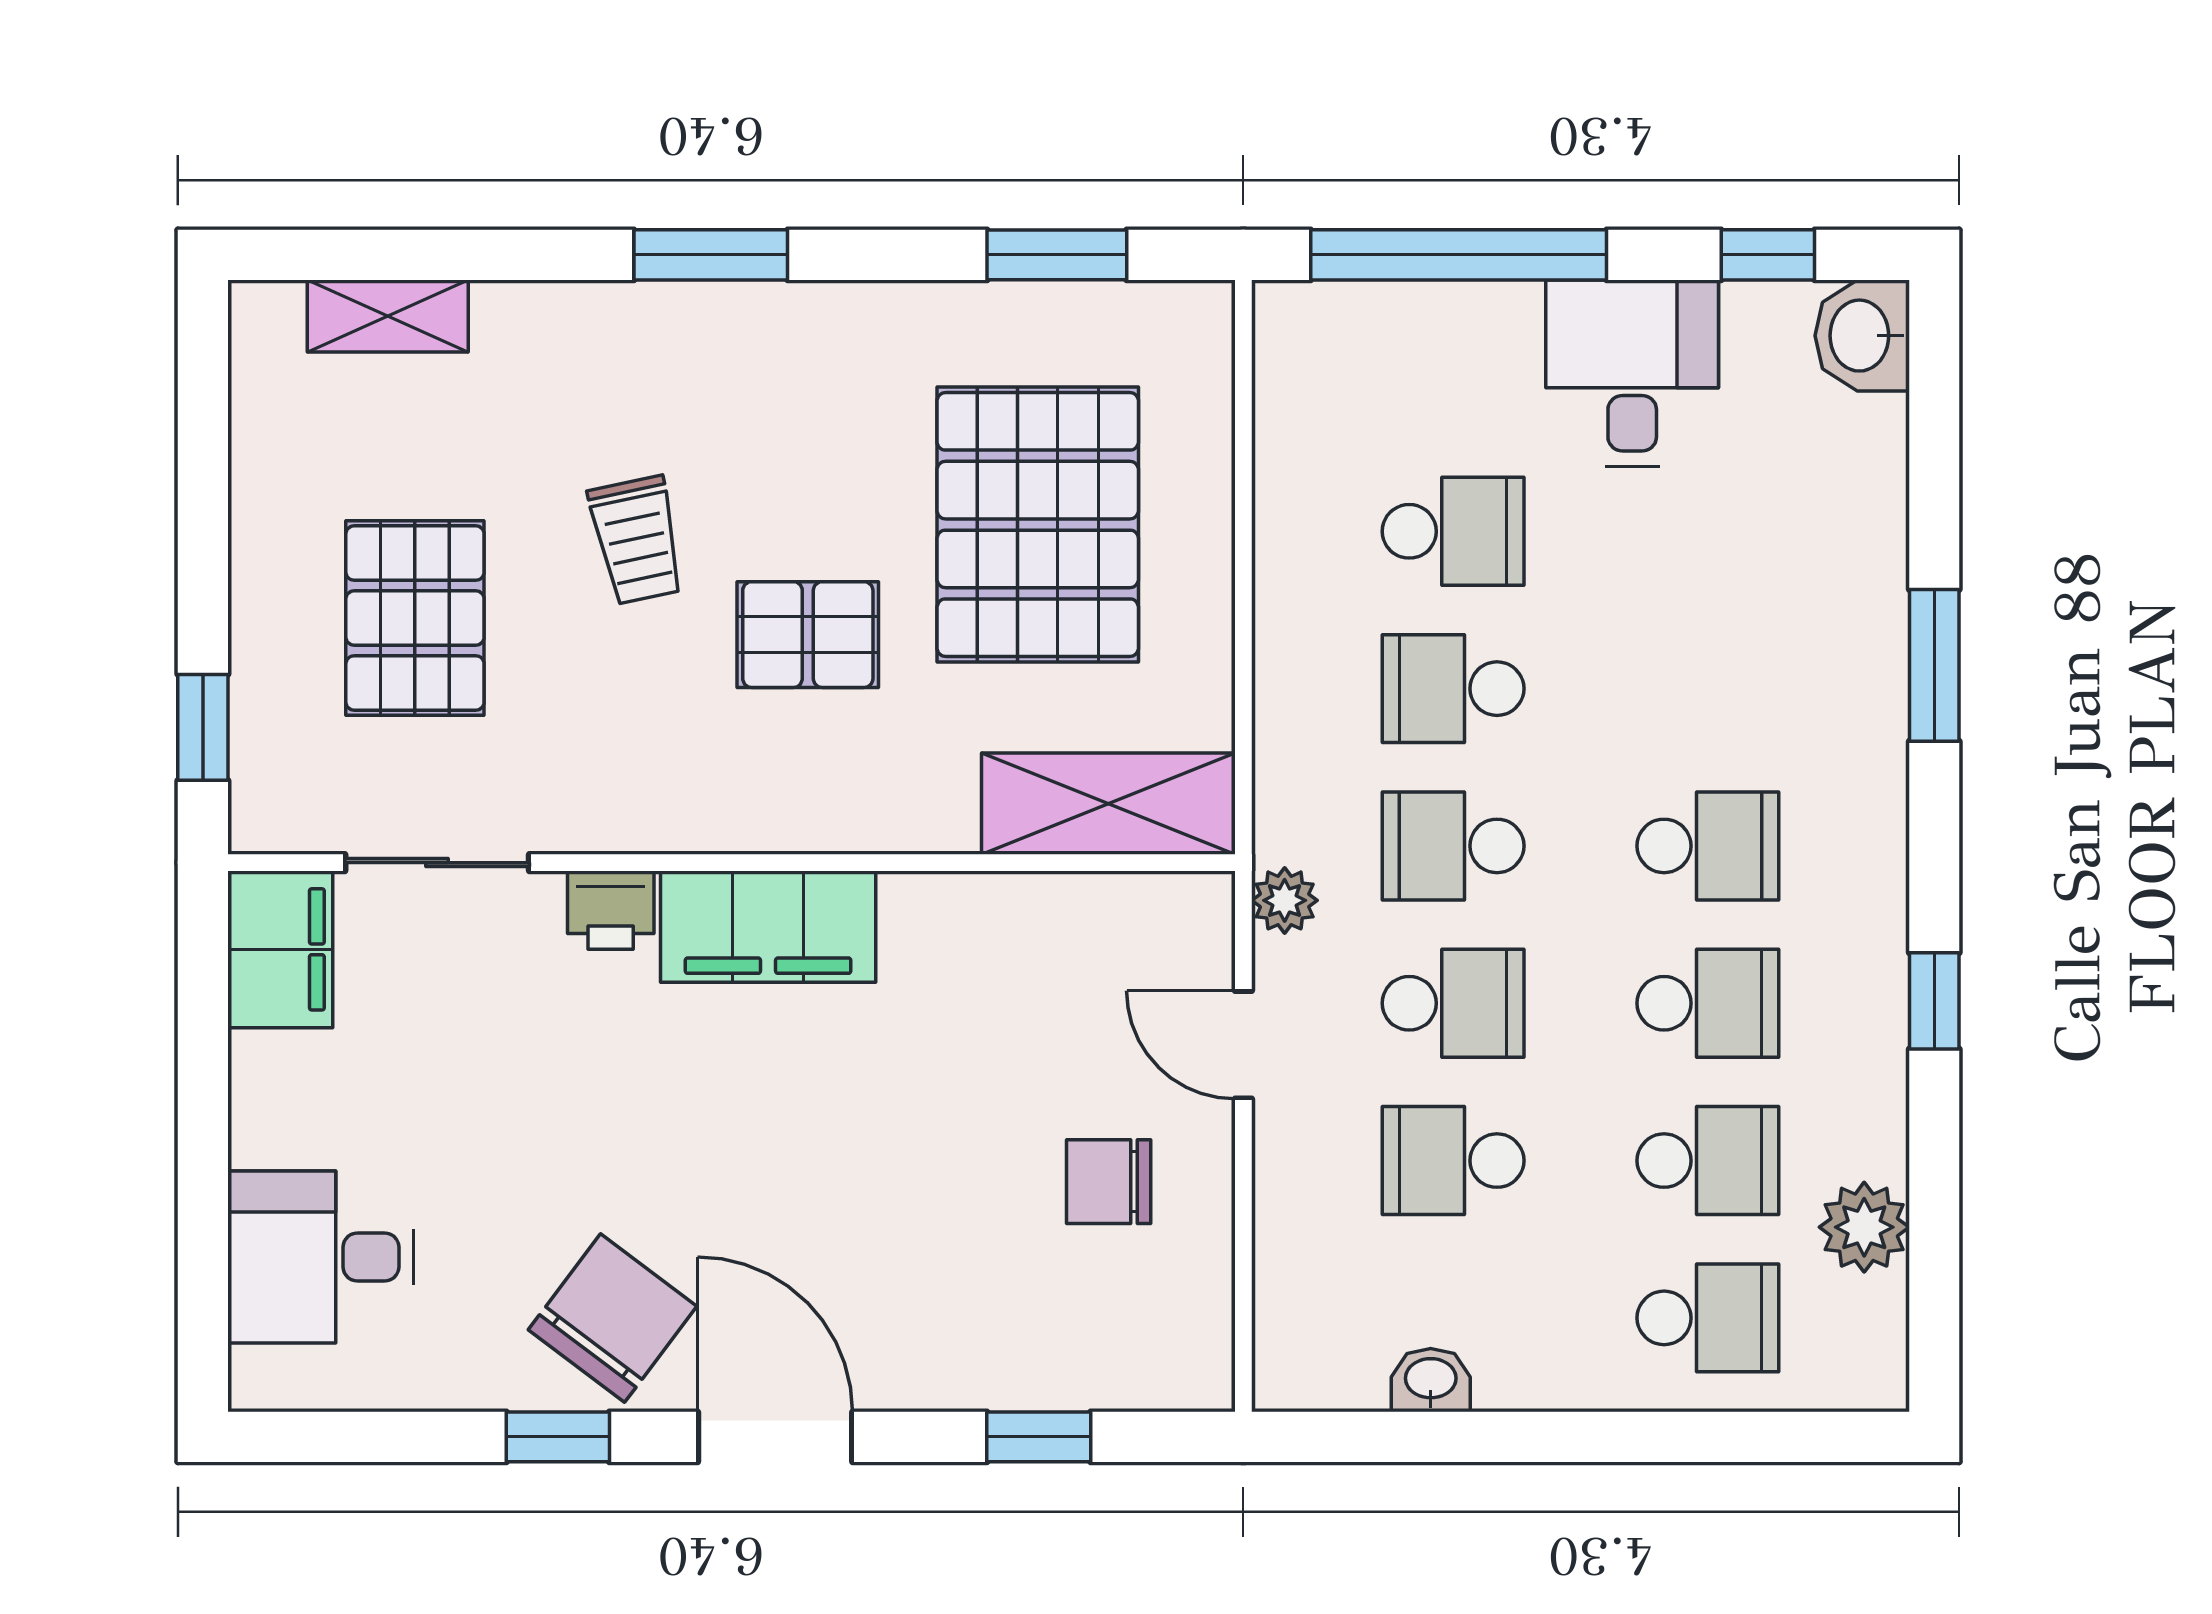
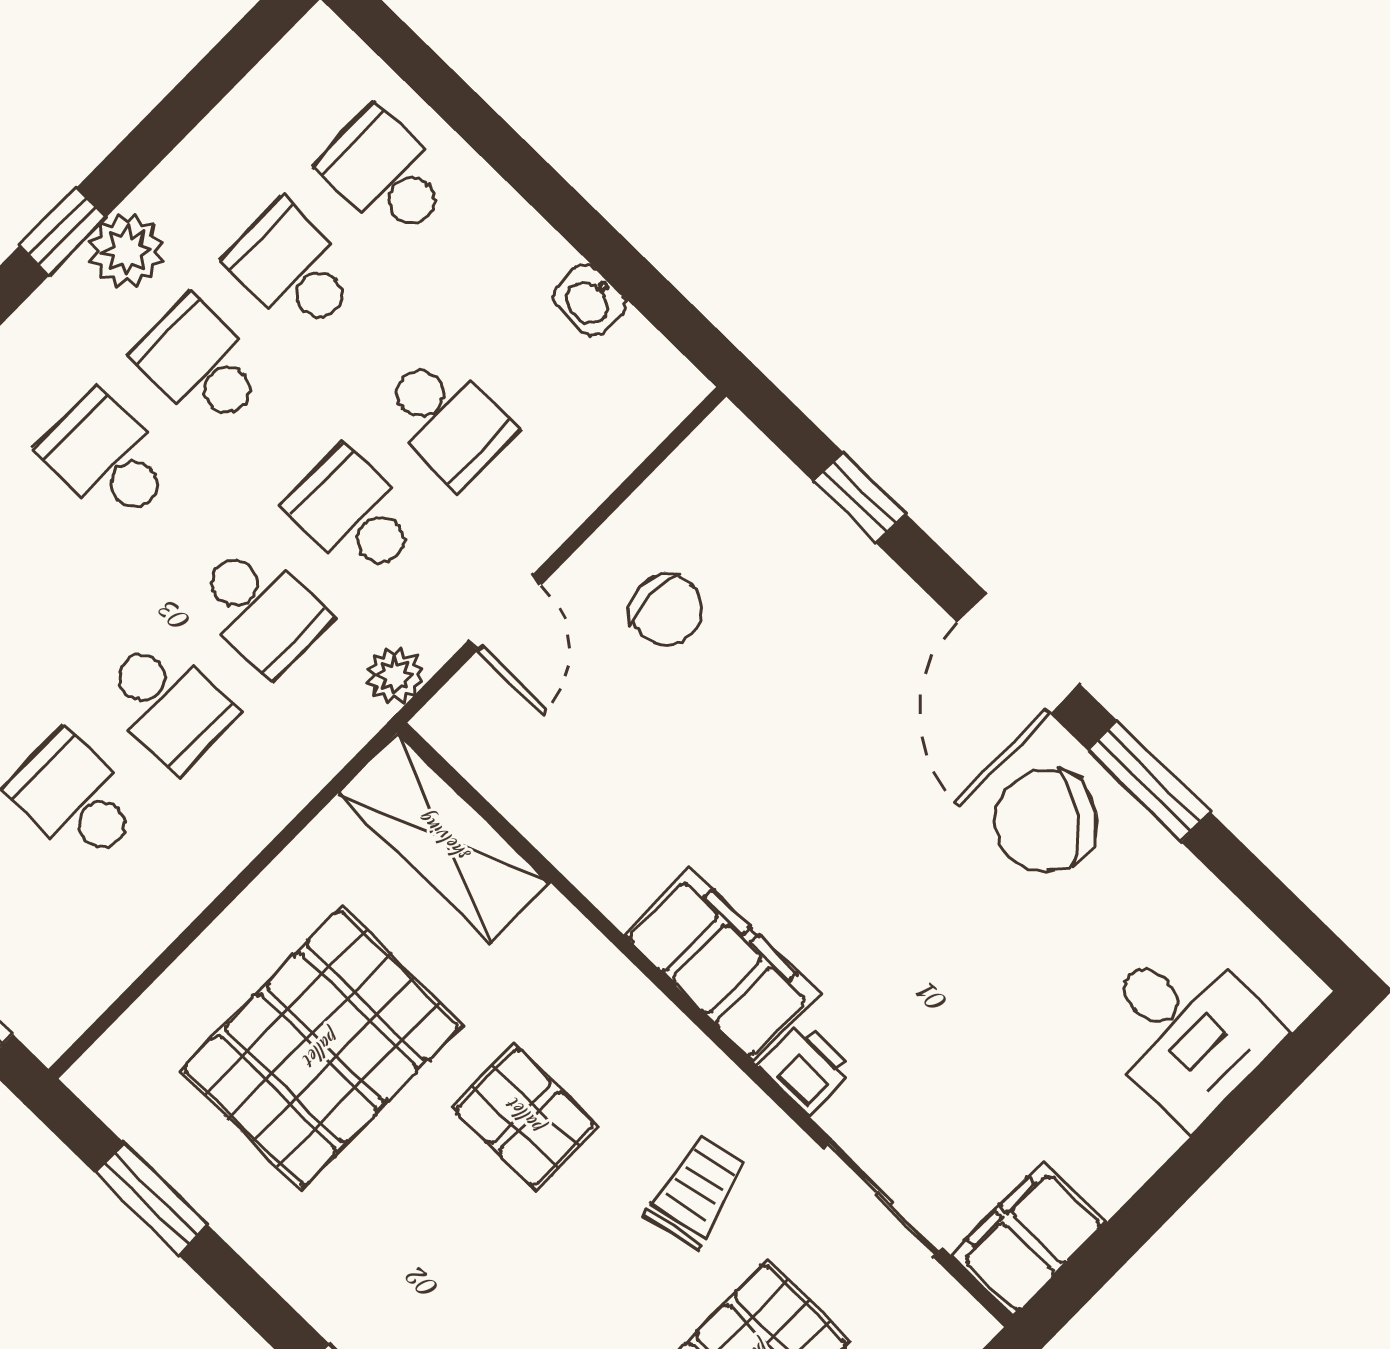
trolley: (637, 540) -> (697, 1191), moved
plant: (1864, 1227) -> (127, 251), moved
window: (558, 1437) -> (1149, 781), width x1.50

